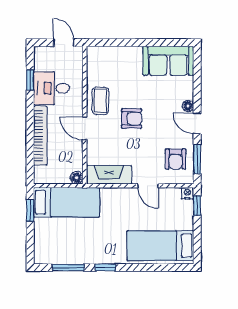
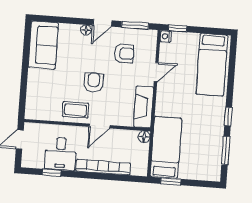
armchair: (176, 159) -> (124, 54), moved

